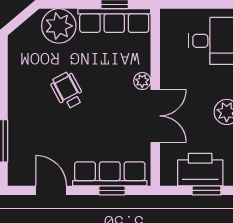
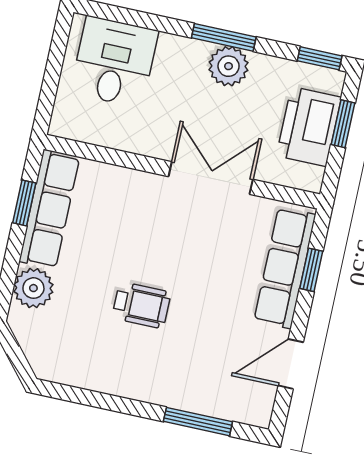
plant: (59, 26) -> (33, 288), width x0.73, depth x0.73
plant: (142, 81) -> (152, 186), removed
wheelchair: (67, 90) -> (141, 305), turned -152

